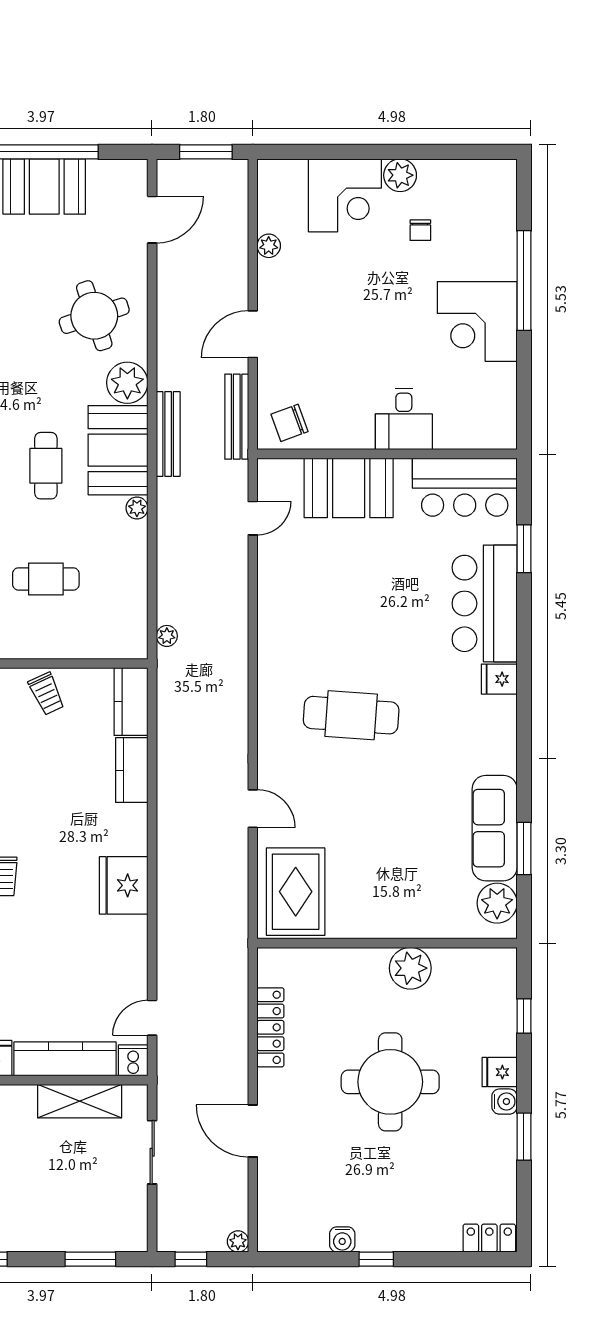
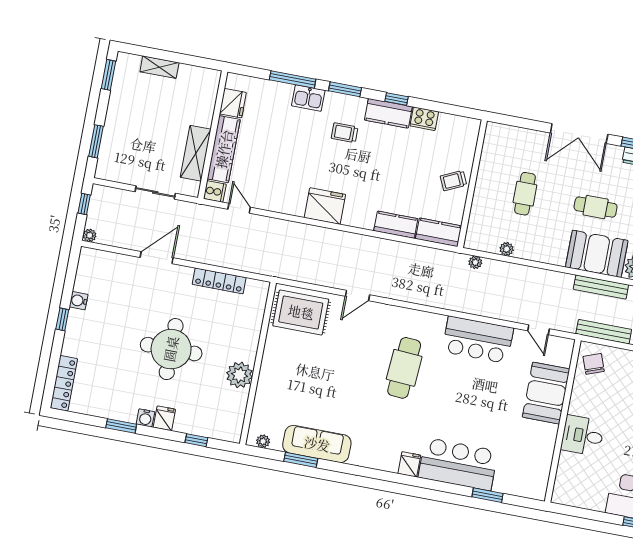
bar counter: (465, 487) -> (478, 340), moved, turned -90
plant: (137, 508) -> (507, 249), moved
plant: (497, 903) -> (263, 441), width x0.53, depth x0.53
locker: (489, 1238) -> (64, 383), width x1.53

